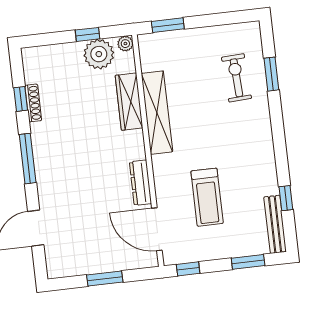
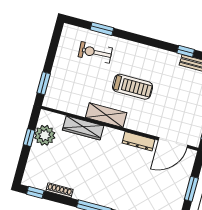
plant: (125, 44) -> (45, 115), removed
window: (21, 99) -> (35, 192), moved
shelving: (157, 113) -> (106, 115), width x0.68
treadmill: (207, 197) -> (133, 87), moved

